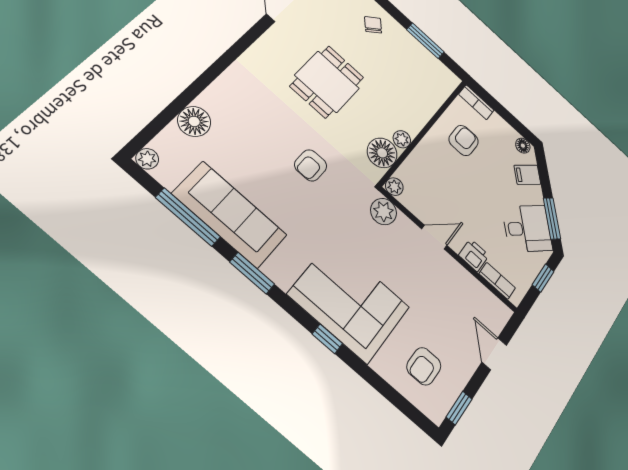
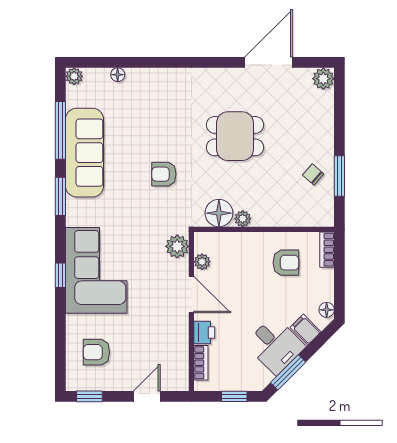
chair: (373, 25) -> (313, 174), moved, turned -97
floor lamp: (194, 121) -> (118, 75), width x0.53, depth x0.53
plant: (394, 187) -> (202, 262), moved
desk: (527, 228) -> (275, 345), moved
door: (434, 237) -> (191, 295), width x1.38

